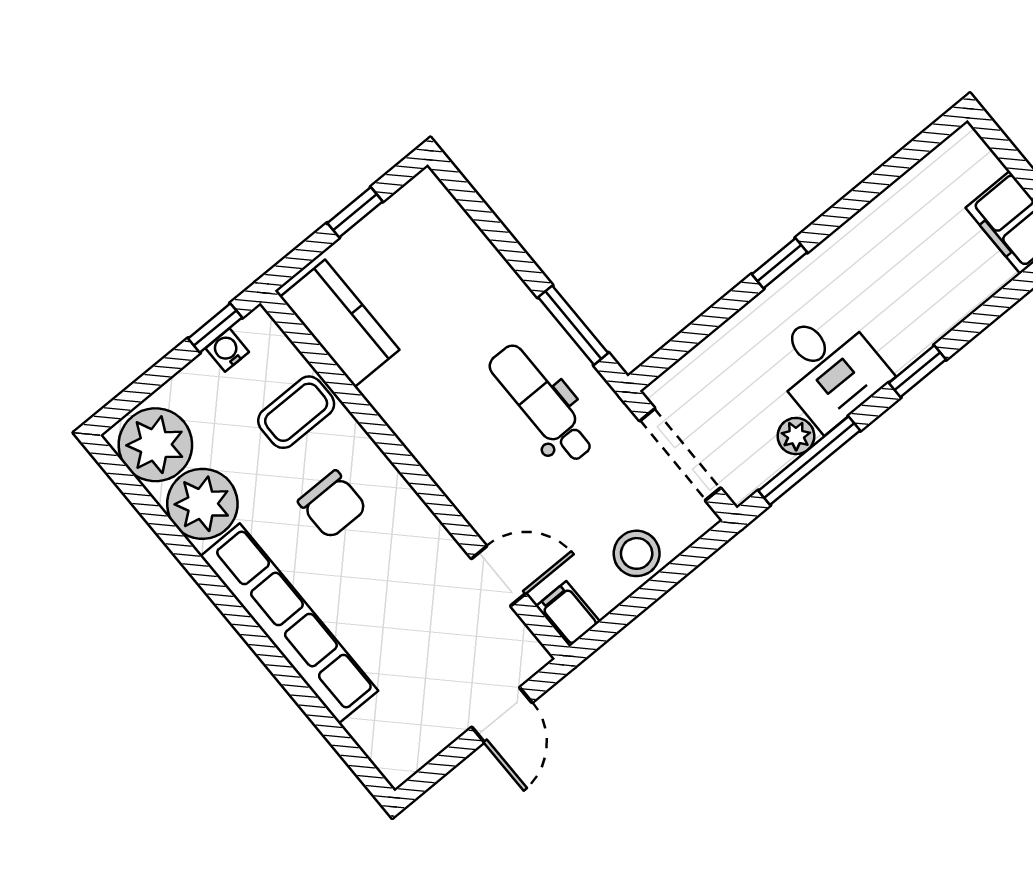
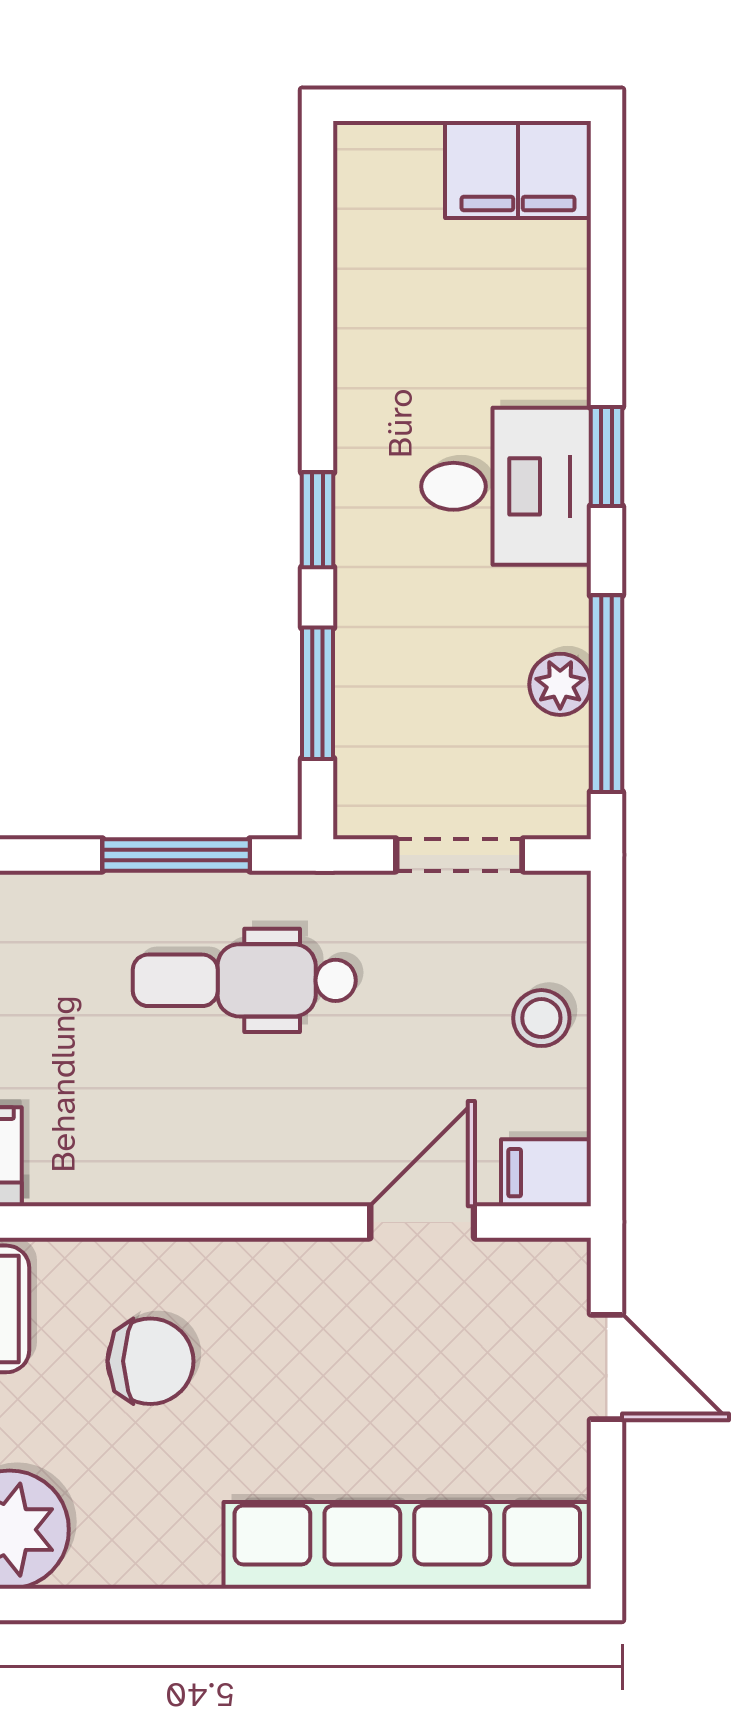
window: (700, 329) -> (318, 693), added
desk: (828, 368) -> (506, 486), moved
doorway: (680, 454) -> (459, 855), width x0.73
stool: (637, 553) -> (541, 1018), width x0.73, depth x0.73
row of seats: (289, 623) -> (407, 1545), moved

